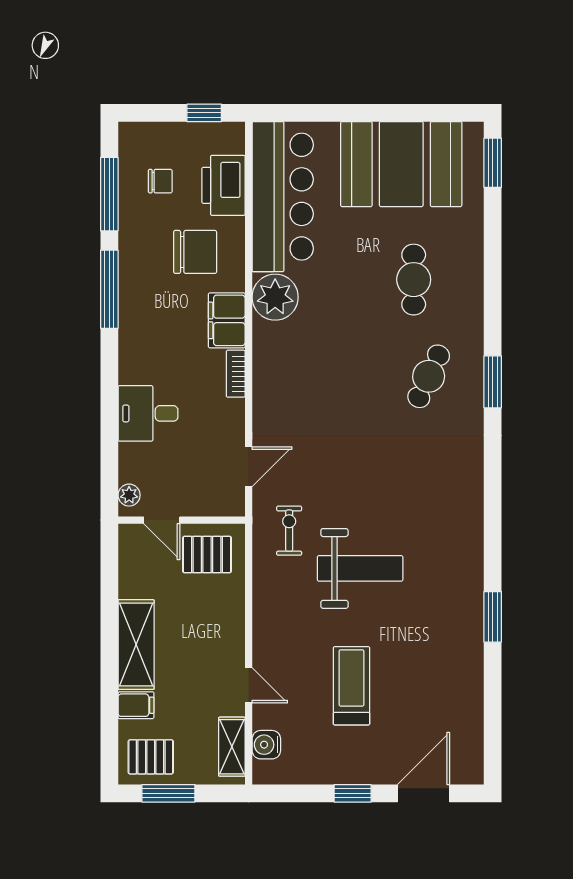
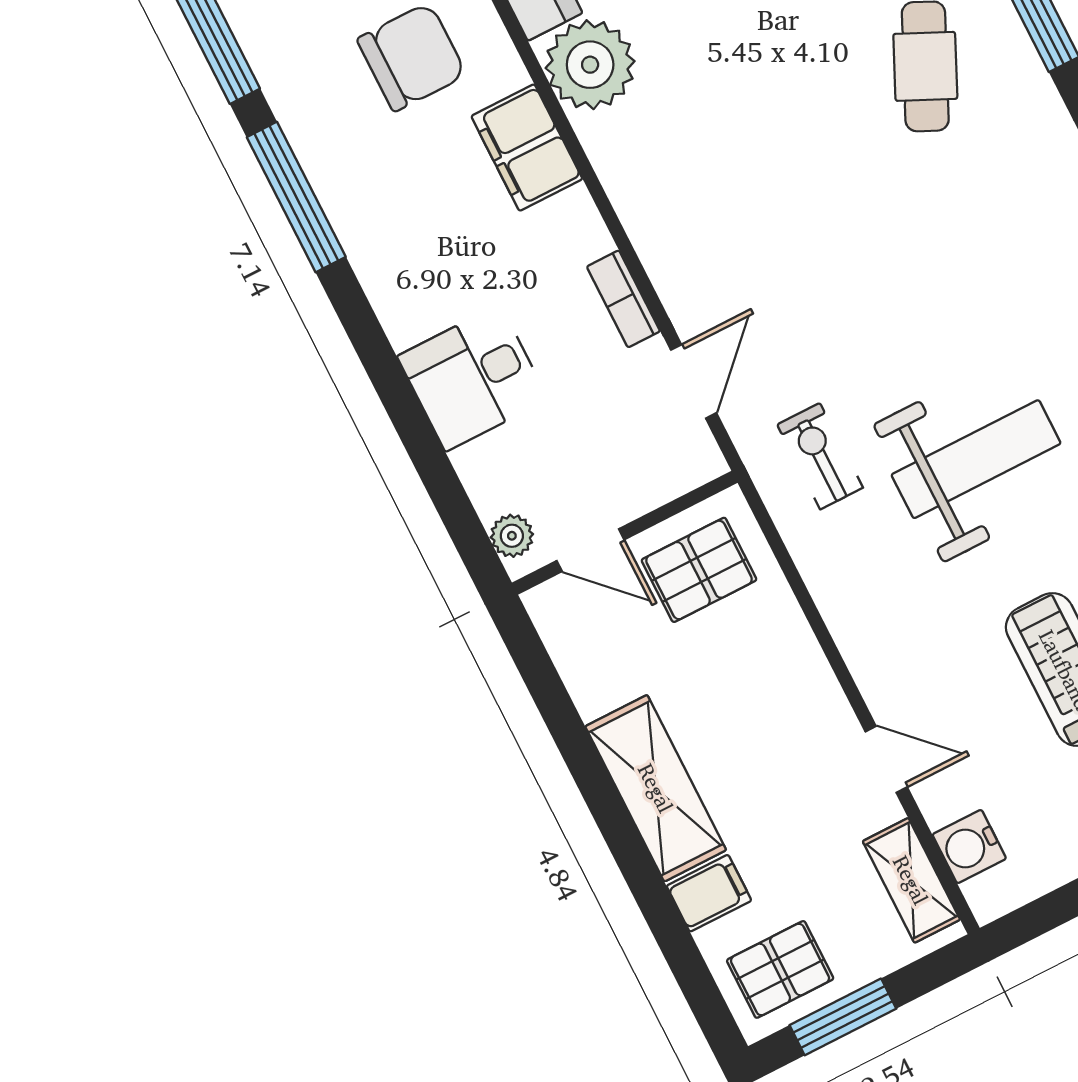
bookcase: (236, 374) -> (623, 299), moved

